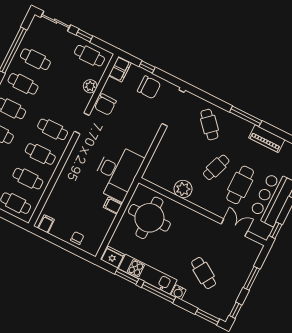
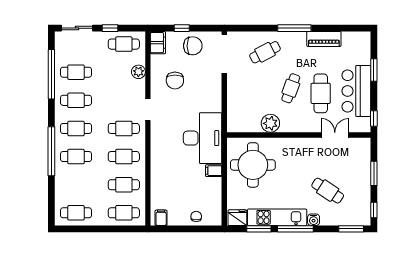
chair: (105, 105) -> (175, 80), moved
cafe table: (209, 125) -> (265, 52), turned -75

